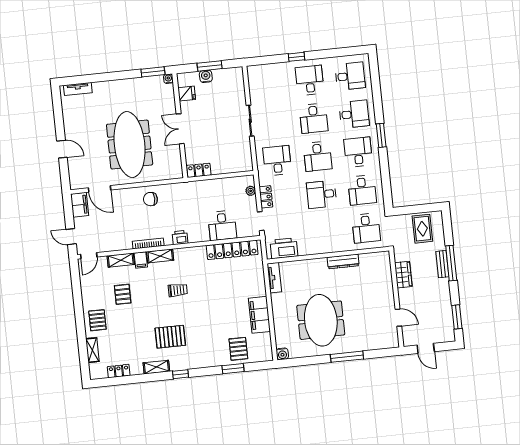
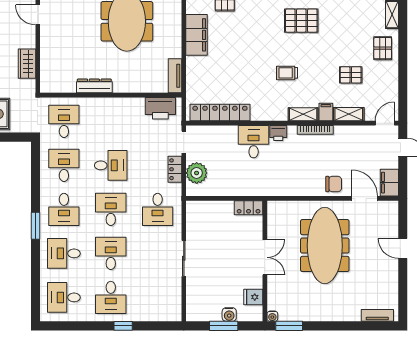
plant: (251, 191) -> (197, 173), width x1.88, depth x1.88
chair: (150, 199) -> (334, 184), moved
desk: (222, 226) -> (254, 142), moved
pallet: (123, 294) -> (351, 75), turned 90

